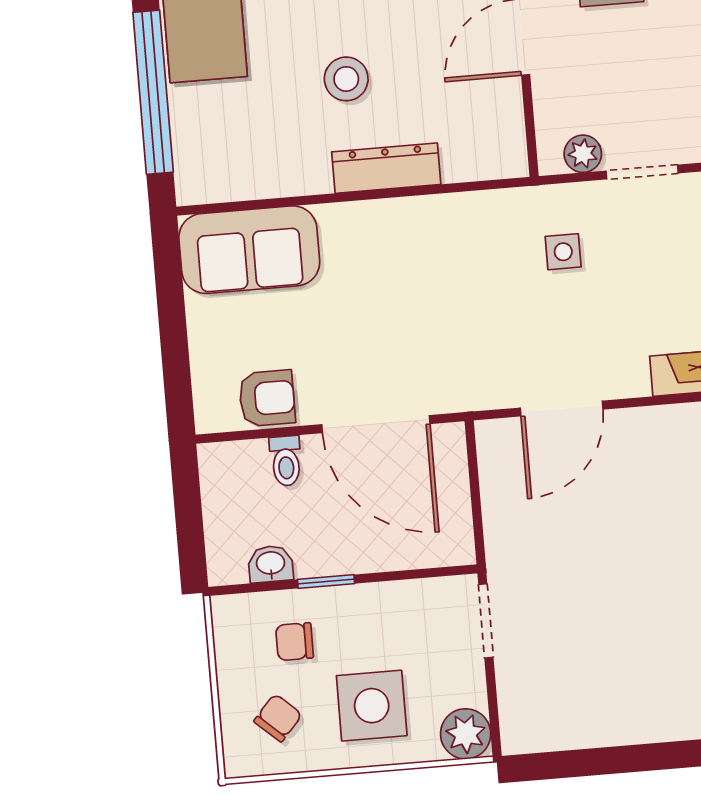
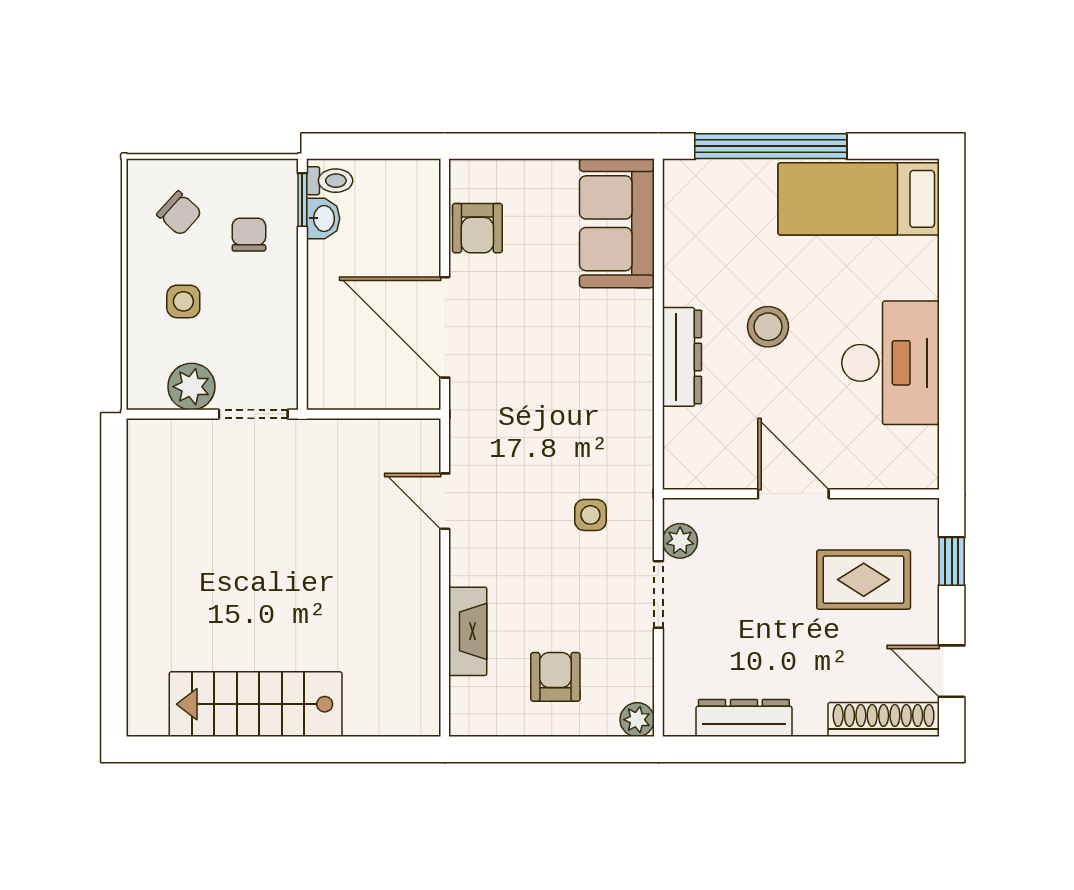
door: (562, 409) -> (445, 501), width x0.73
door: (376, 424) -> (445, 327), hinge flipped
toilet: (286, 461) -> (330, 181), moved, turned 180
window: (326, 581) -> (302, 200), moved
side table: (372, 706) -> (183, 301), width x0.54, depth x0.54
plant: (466, 734) -> (191, 387), moved

